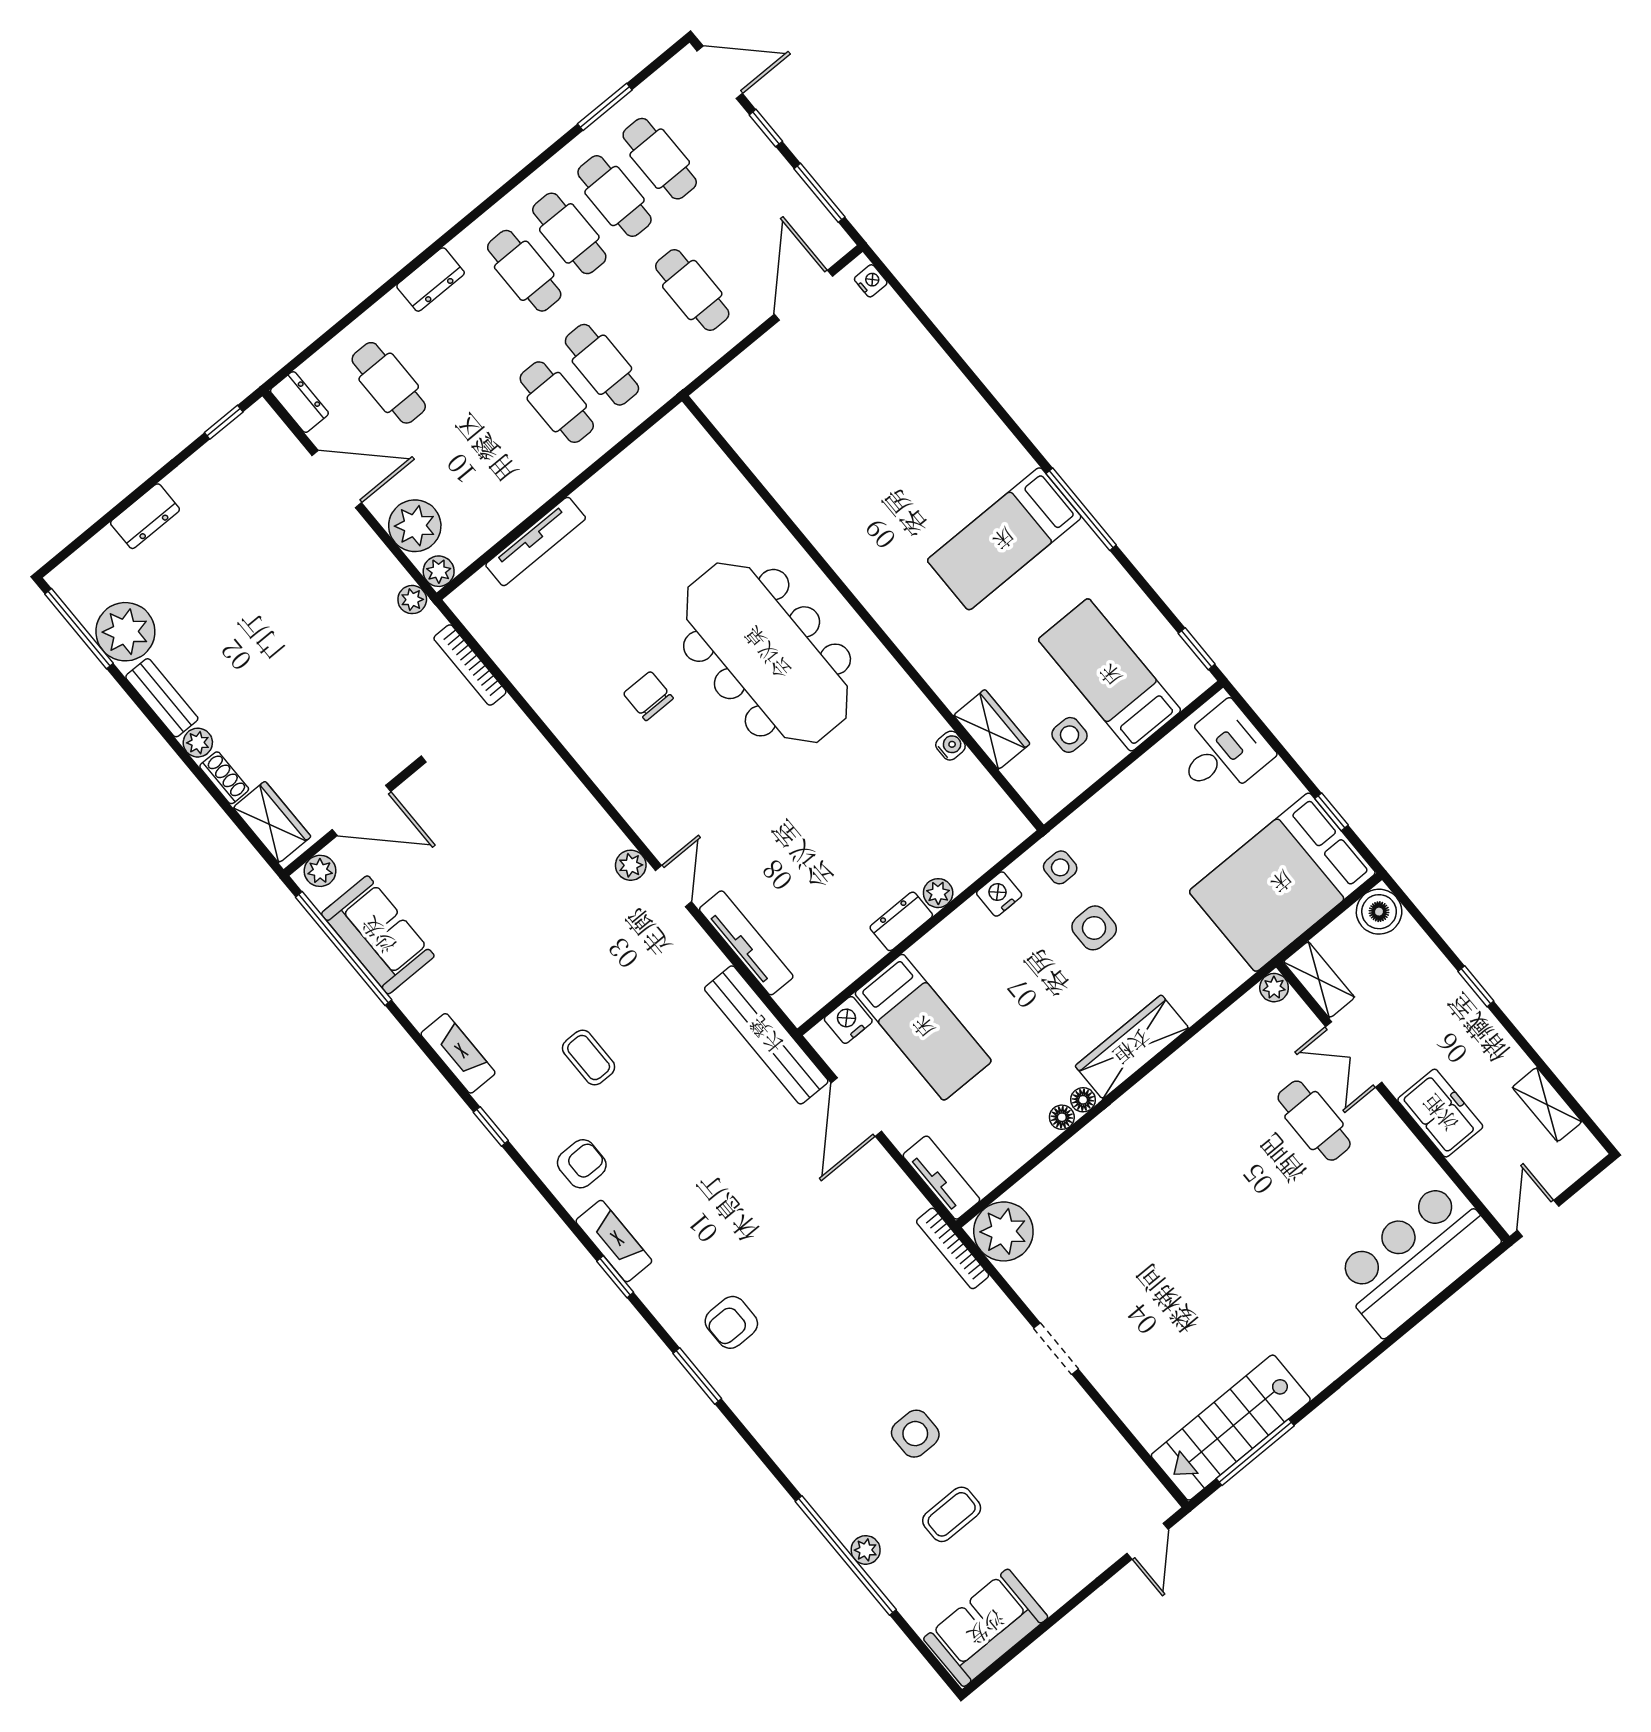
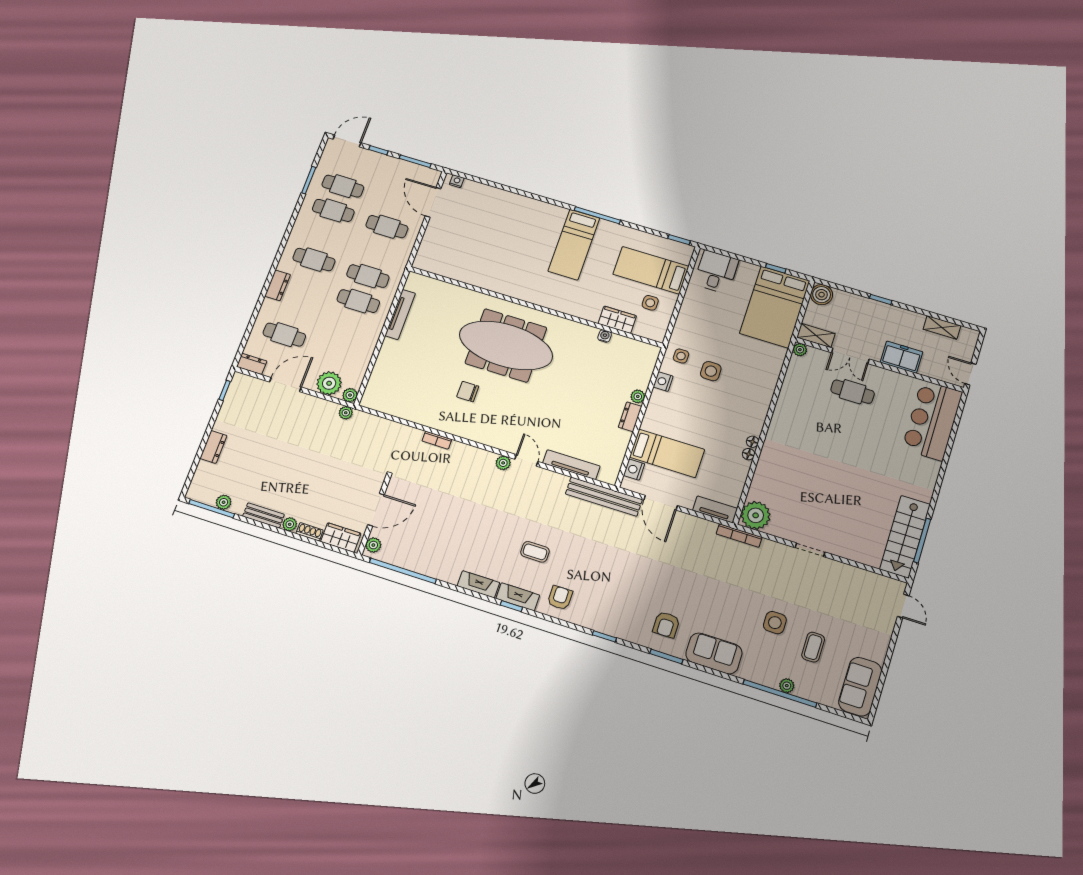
cafe table: (569, 233) -> (324, 235), removed
tv unit: (536, 541) -> (400, 314), moved
plant: (125, 632) -> (224, 502), width x0.53, depth x0.53
bookcase: (470, 665) -> (437, 440), moved, width x0.64
sofa: (378, 935) -> (714, 653), moved
wardrobe: (1132, 1047) -> (758, 408), removed
fireplace: (614, 1241) -> (518, 597), moved

